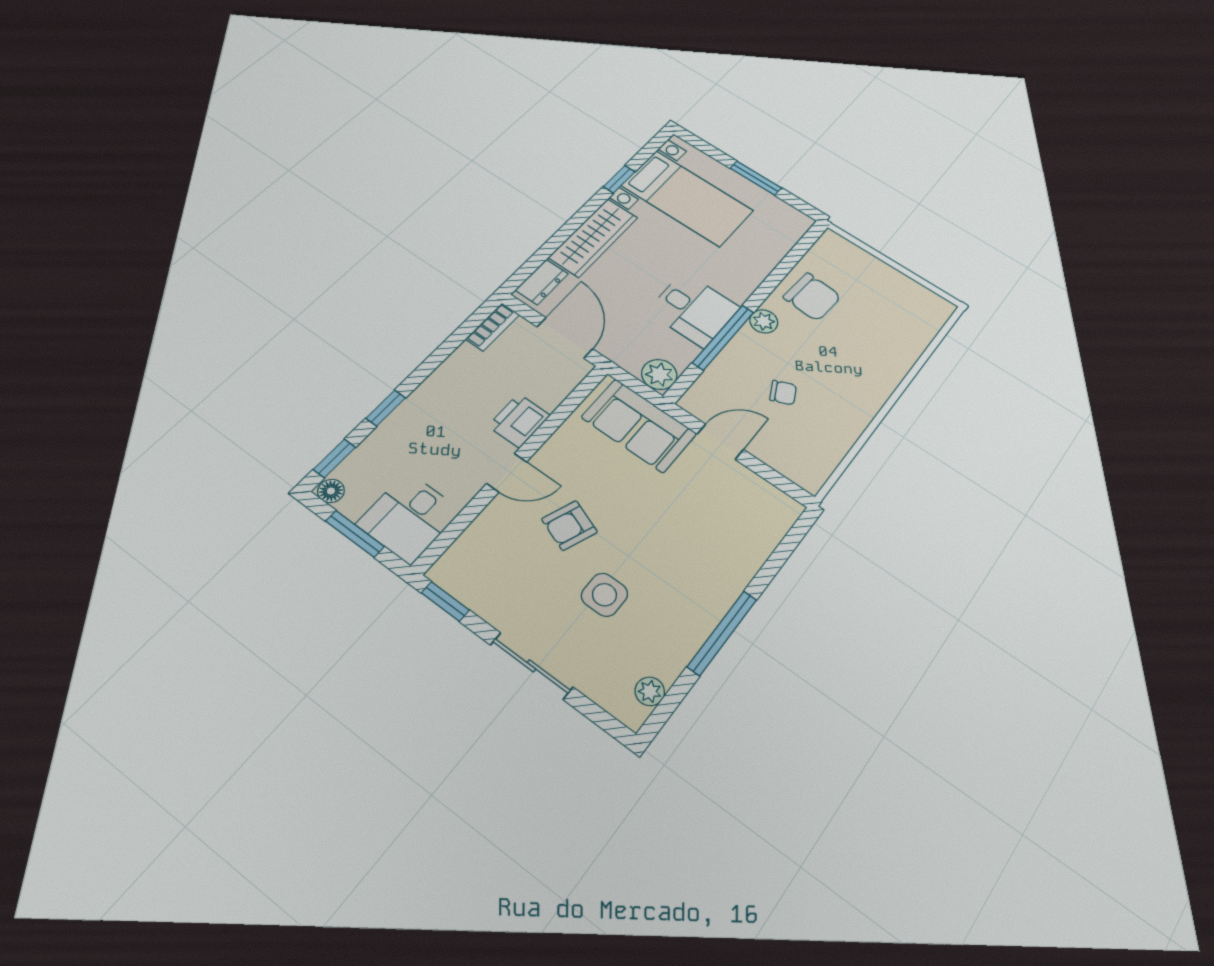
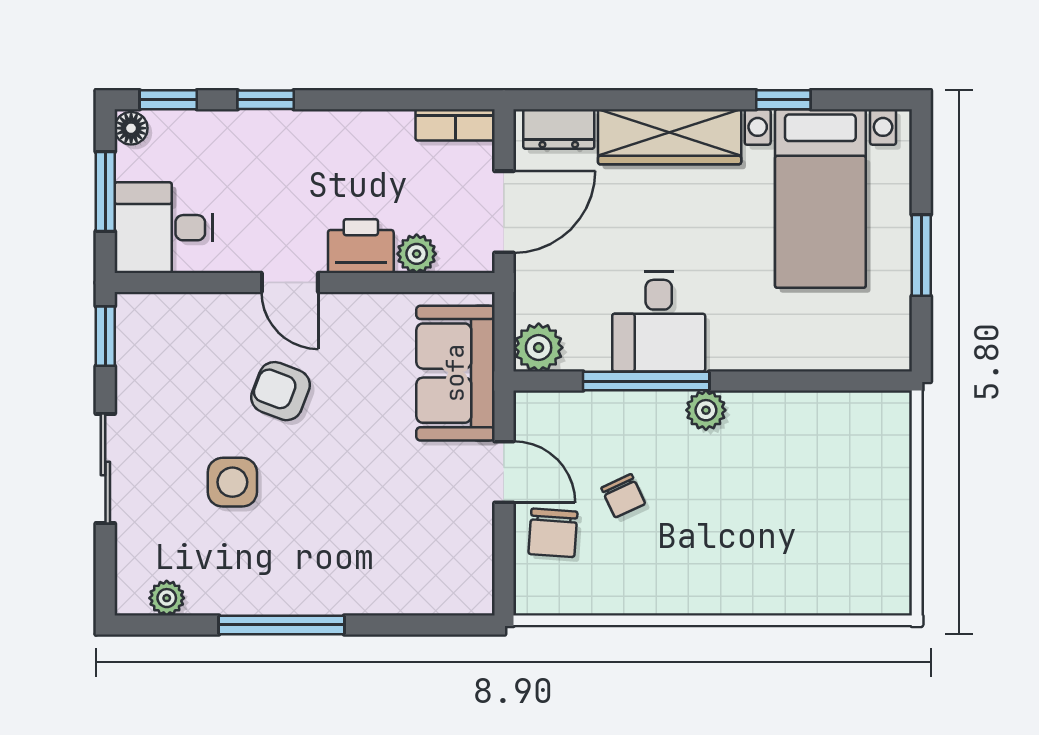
chair: (812, 297) -> (553, 533), moved, width x0.73, depth x0.73
plant: (550, 396) -> (417, 254), added

